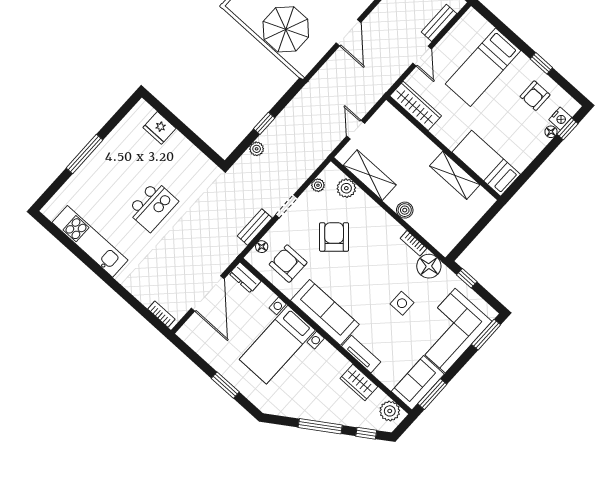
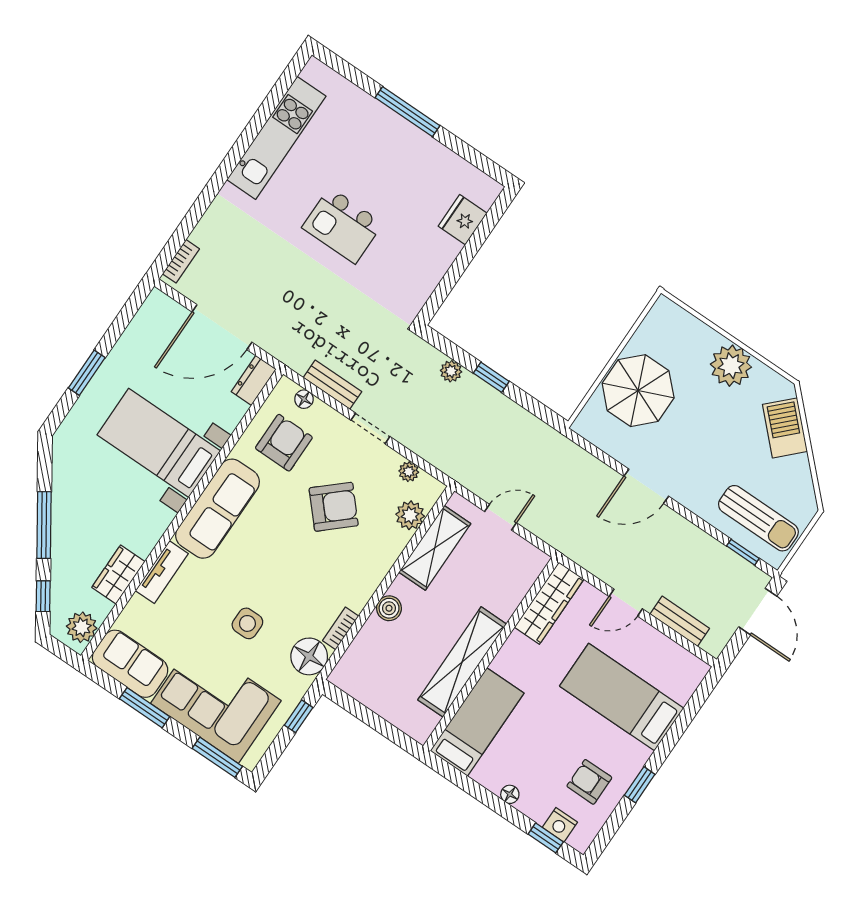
floor lamp: (551, 132) -> (510, 794), moved
shelving: (455, 175) -> (462, 662), width x1.47
window: (432, 394) -> (145, 708), moved

